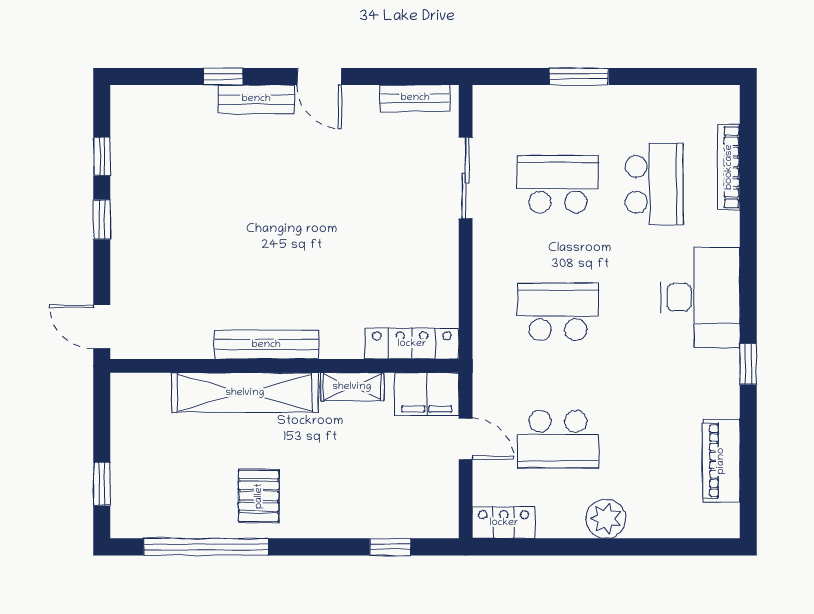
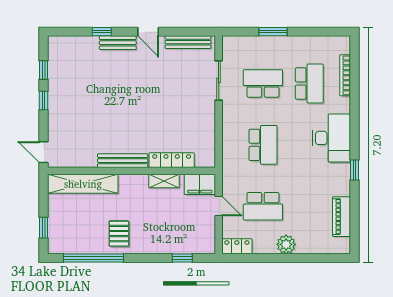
bench: (415, 98) -> (188, 42), width x1.36
school desk: (558, 312) -> (263, 145), turned 90
locker: (412, 344) -> (172, 160), moved
shelving: (245, 393) -> (83, 184), moved

